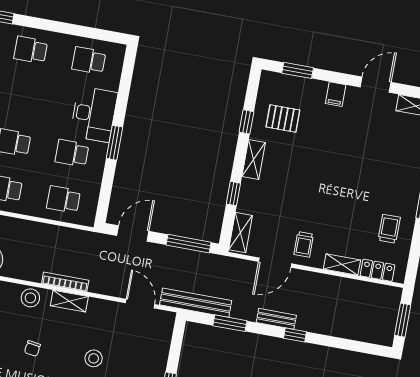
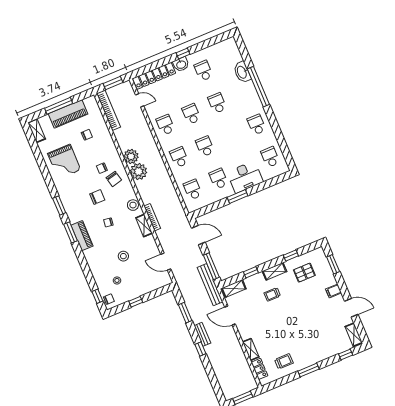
pallet: (283, 118) -> (304, 273), turned 90
trolley: (304, 244) -> (272, 294), moved
bench: (196, 303) -> (210, 285), moved
door: (140, 304) -> (166, 262), swing flipped

